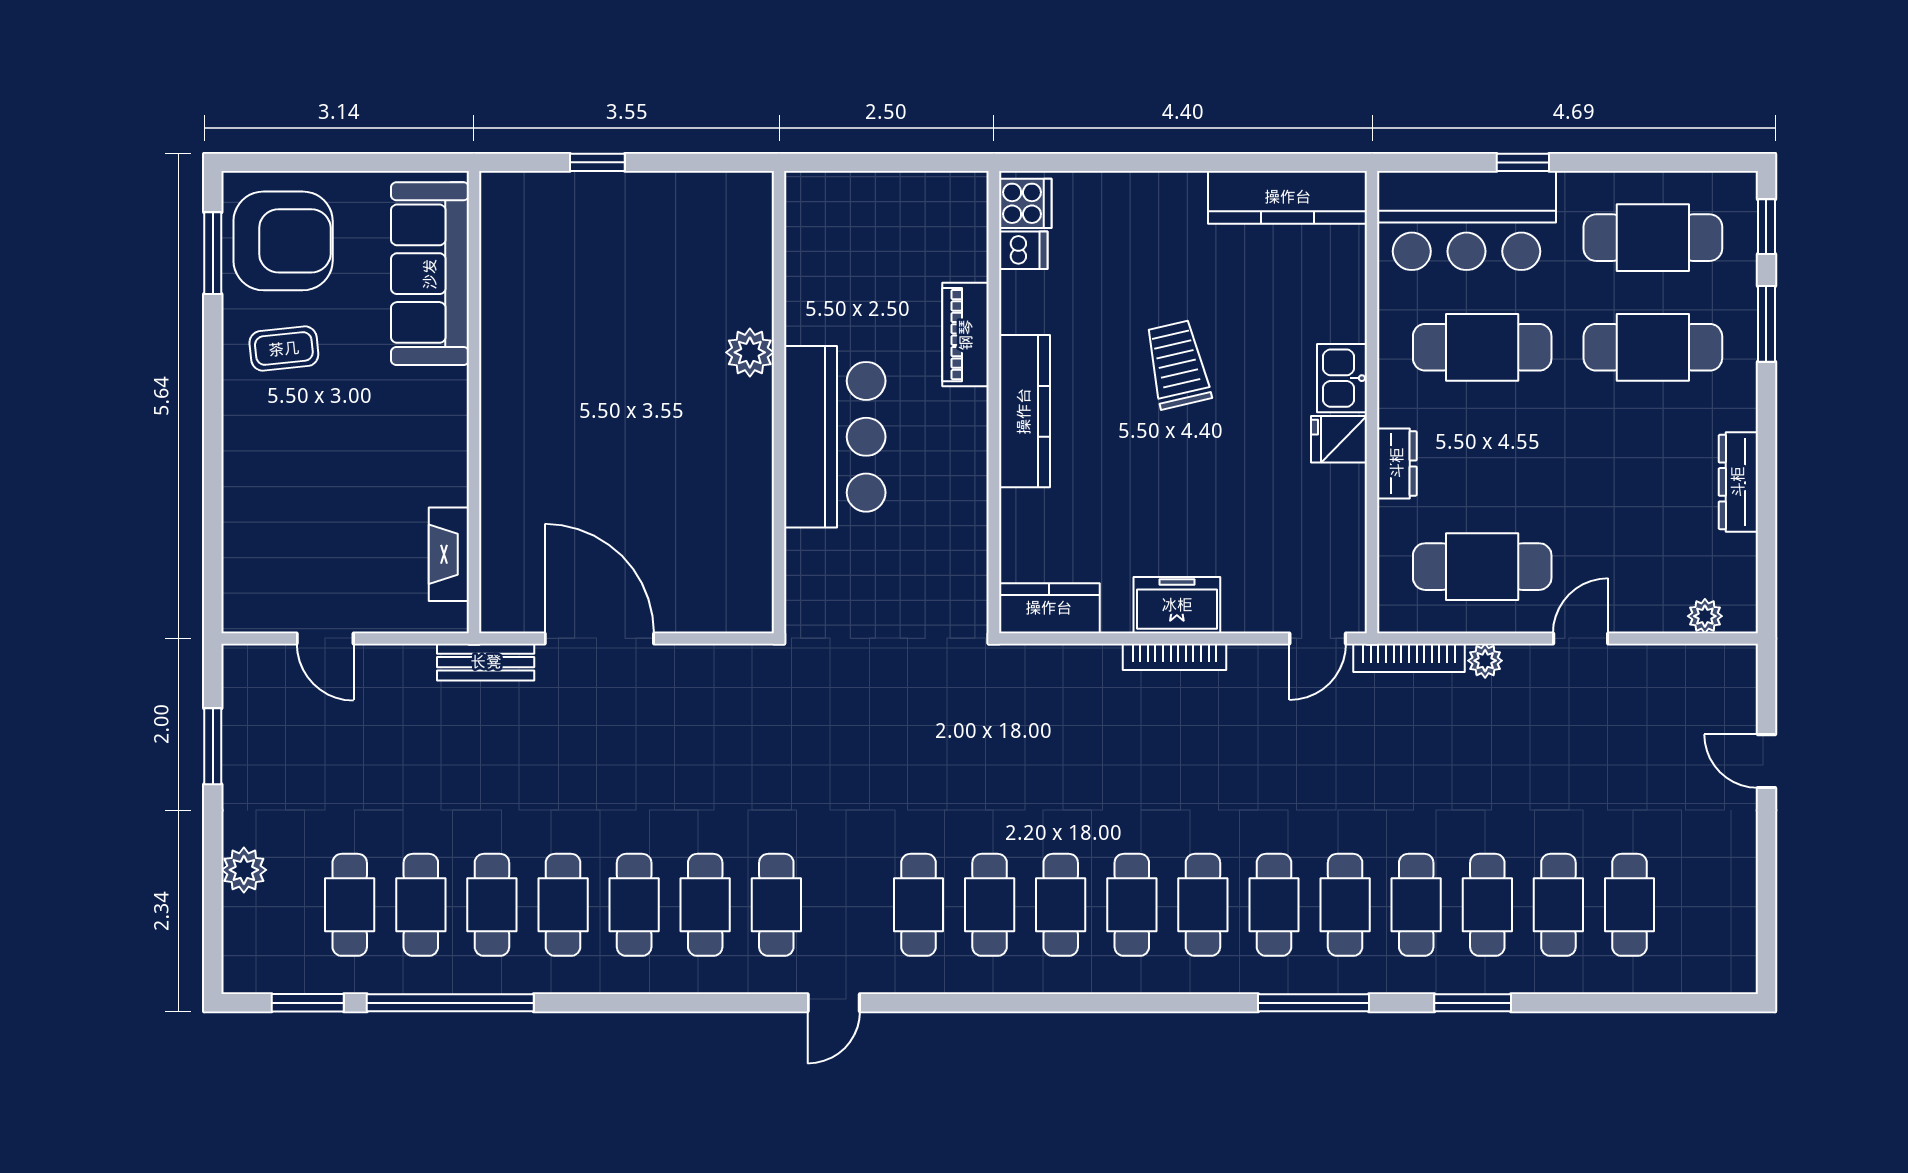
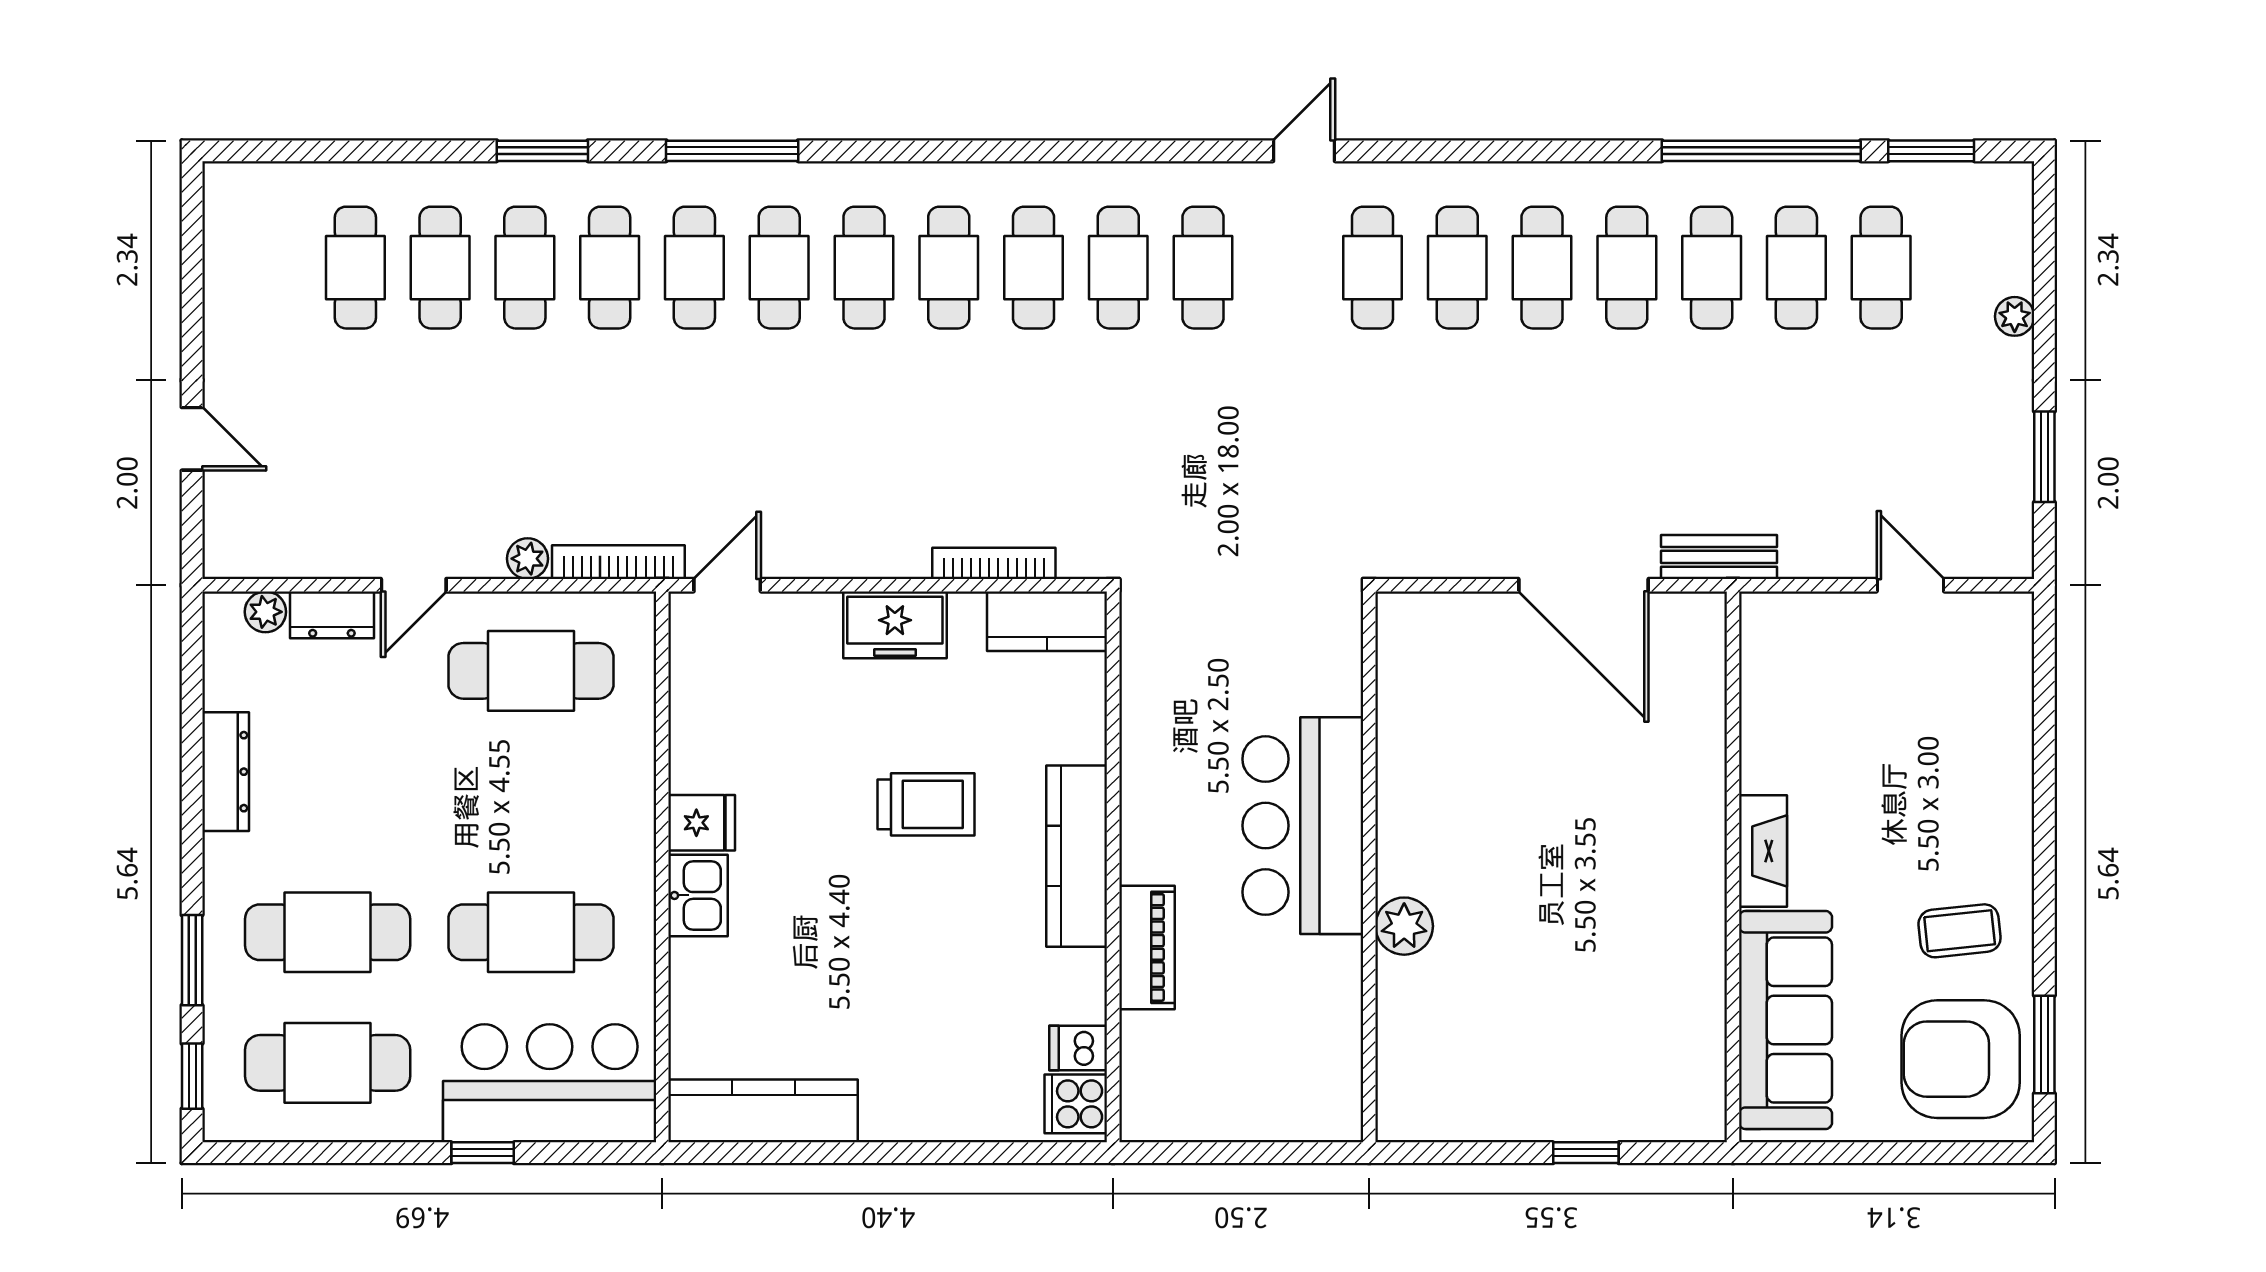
trolley: (1177, 365) -> (926, 804), moved, turned -77
dresser: (1397, 463) -> (332, 615), moved, turned -90
fireplace: (449, 554) -> (1763, 851), moved
bookcase: (1174, 657) -> (994, 563), moved
plant: (244, 870) -> (2015, 316), width x0.73, depth x0.73

